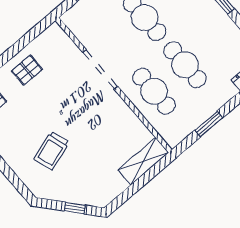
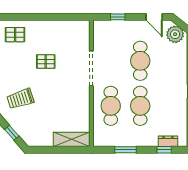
pallet: (27, 70) -> (46, 61), moved
trolley: (52, 151) -> (20, 99), moved

